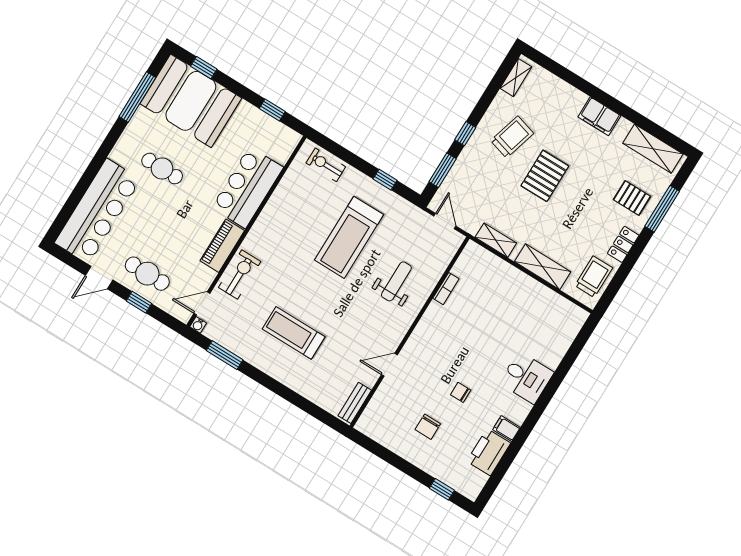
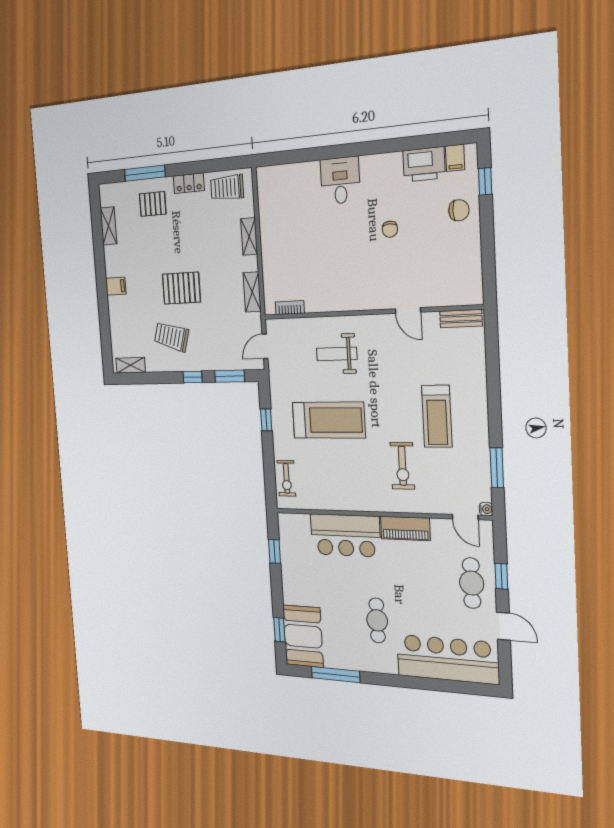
booth: (191, 101) -> (303, 636), width x0.73, depth x0.70
filing cabinet: (599, 116) -> (116, 286), width x0.50
shelving: (653, 149) -> (108, 226), width x0.67, depth x0.75
pallet: (632, 198) -> (153, 204), turned 90
shelving: (543, 267) -> (249, 236), width x0.67, depth x0.75
exercise bike: (240, 274) -> (402, 466), moved, turned -90
bookcase: (446, 289) -> (290, 308), moved
chair: (428, 427) -> (459, 210), moved
filing cabinet: (506, 429) -> (455, 158), moved

